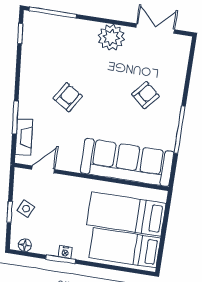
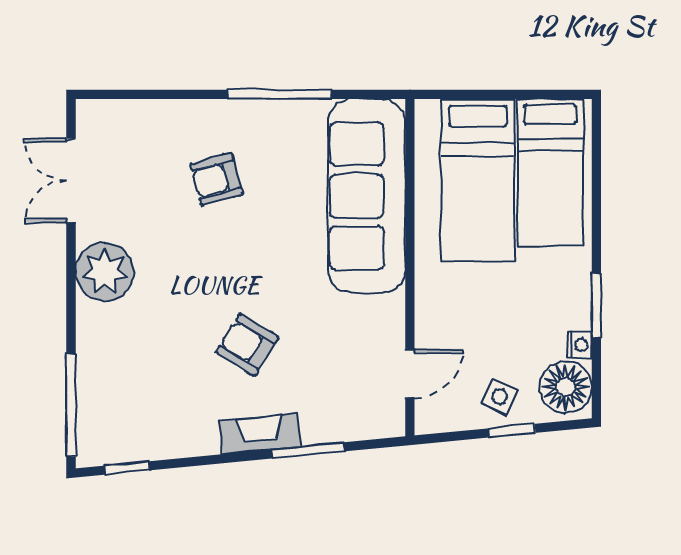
armchair: (146, 95) -> (216, 179), turned -56
fireplace: (24, 137) -> (260, 434), moved
door: (43, 169) -> (410, 373), swing flipped
floor lamp: (25, 245) -> (566, 387), width x1.89, depth x1.89
nightstand: (65, 252) -> (579, 345), moved

